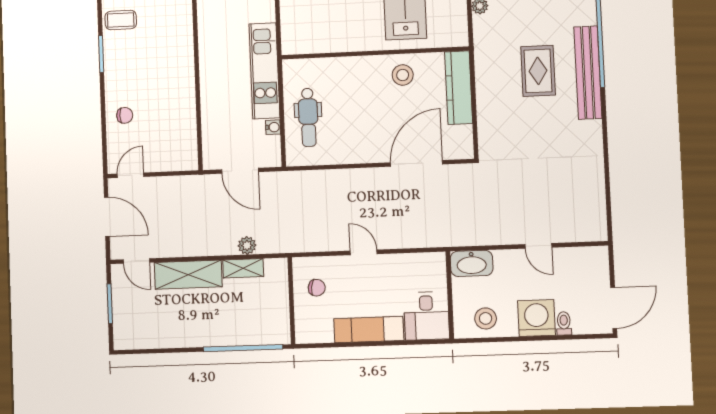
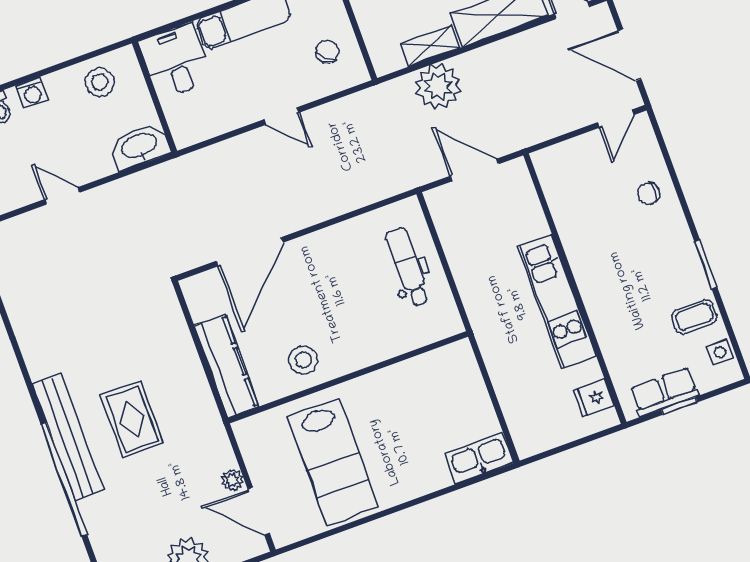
kitchen unit: (264, 71) -> (557, 301), moved, turned 180
water cooler: (273, 127) -> (450, 240), removed
plant: (247, 245) -> (438, 87), width x1.87, depth x1.87
chair: (317, 288) -> (327, 51), turned 121
washing machine: (536, 318) -> (32, 93), width x0.53, depth x0.53

